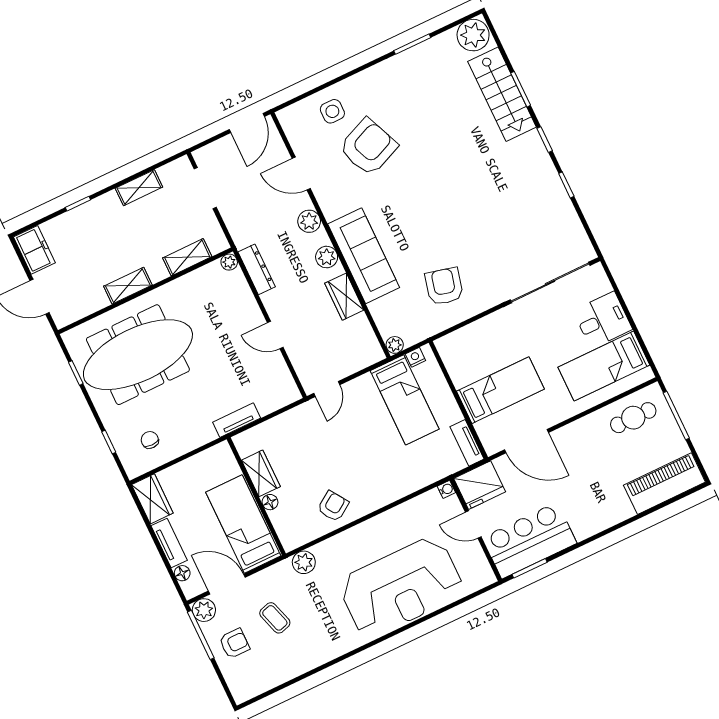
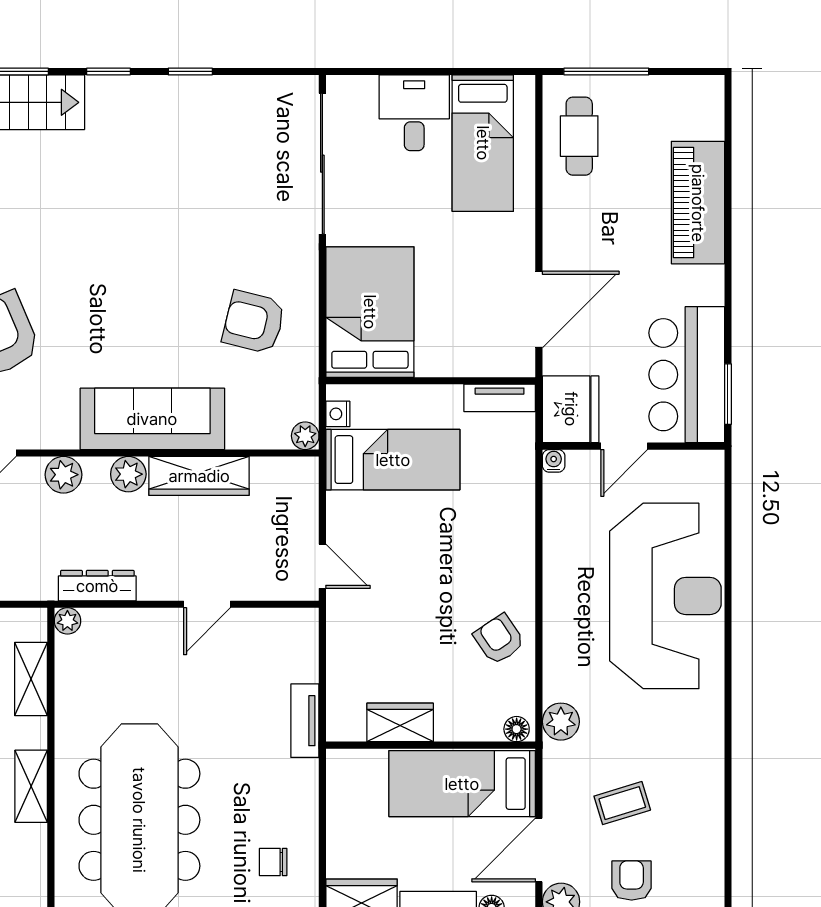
wardrobe: (344, 297) -> (199, 476), width x1.50
bed: (500, 390) -> (370, 312), moved, width x1.50
piano: (664, 484) -> (698, 203), moved
floor lamp: (270, 502) -> (517, 729), moved

